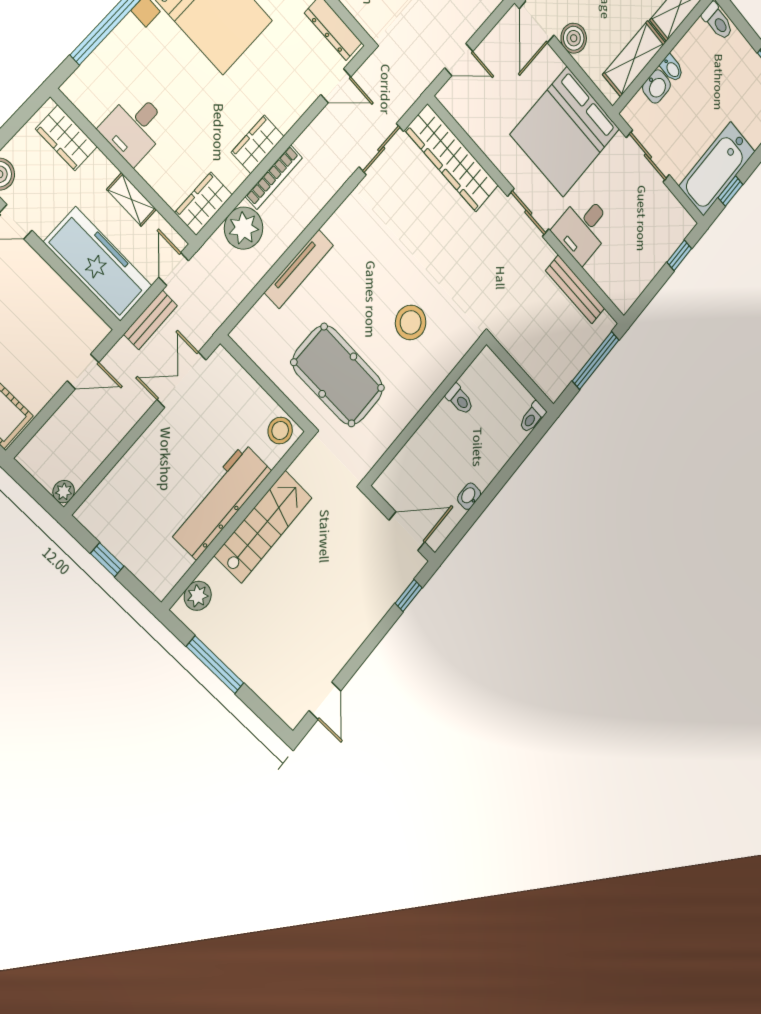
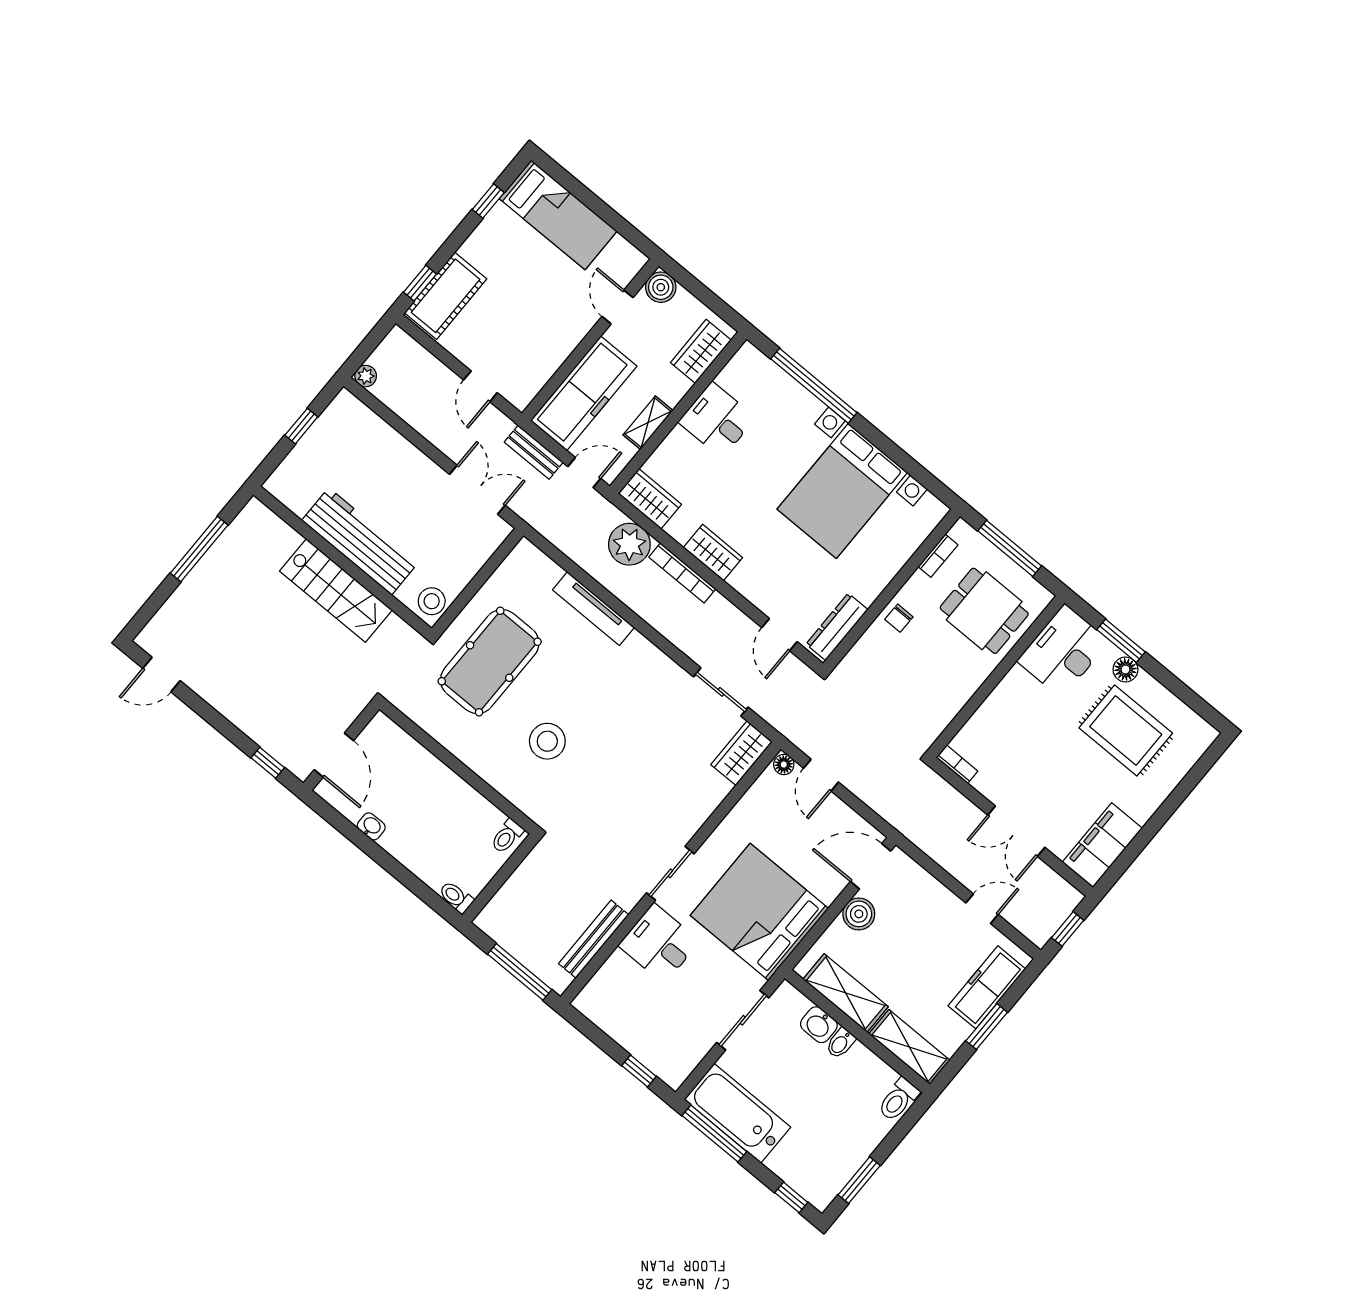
floor lamp: (447, 94) -> (784, 764), added
wardrobe: (452, 158) -> (742, 753), width x0.48, depth x0.85
window: (730, 191) -> (714, 1134), width x2.17
toilet: (460, 399) -> (507, 836), moved
plant: (198, 596) -> (267, 525), removed

